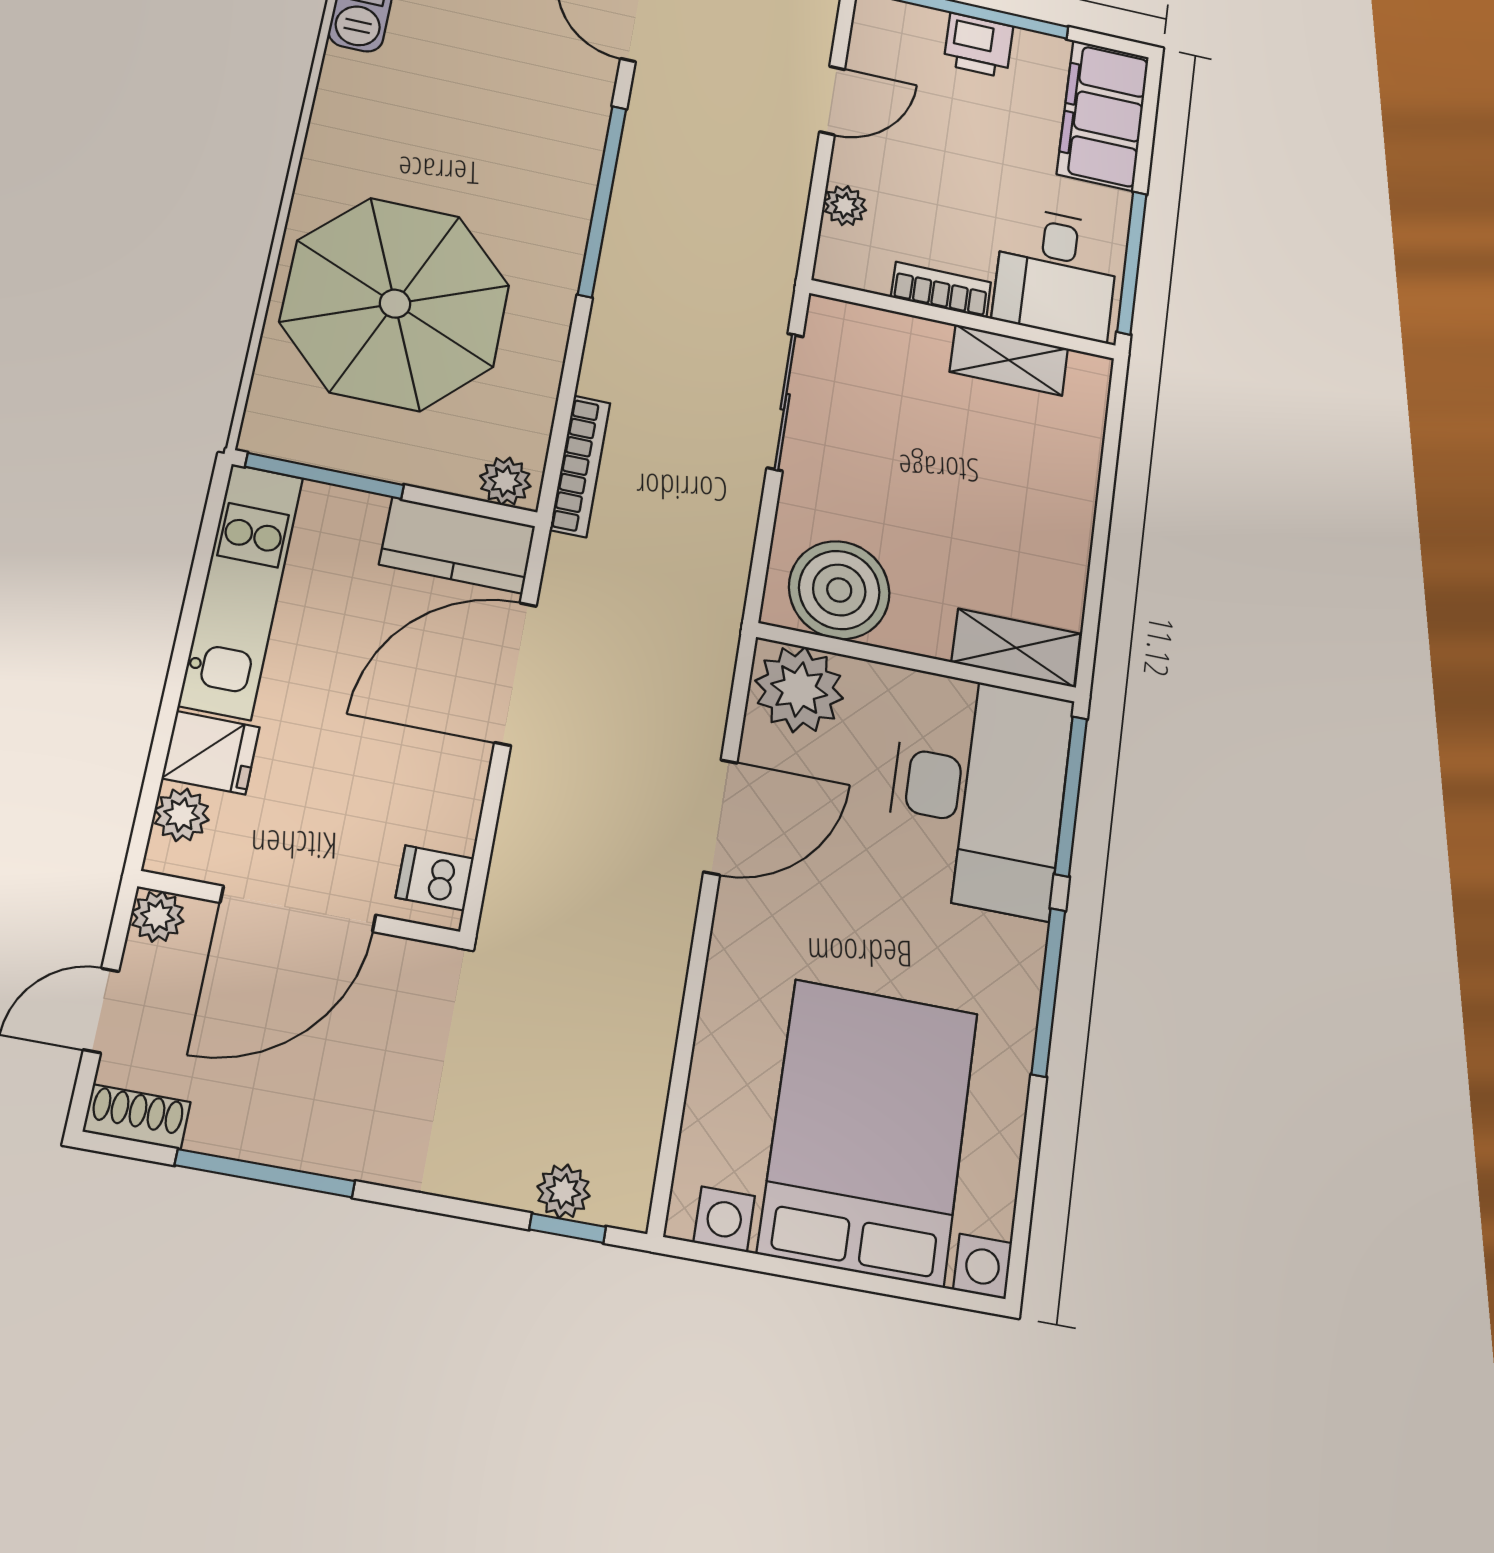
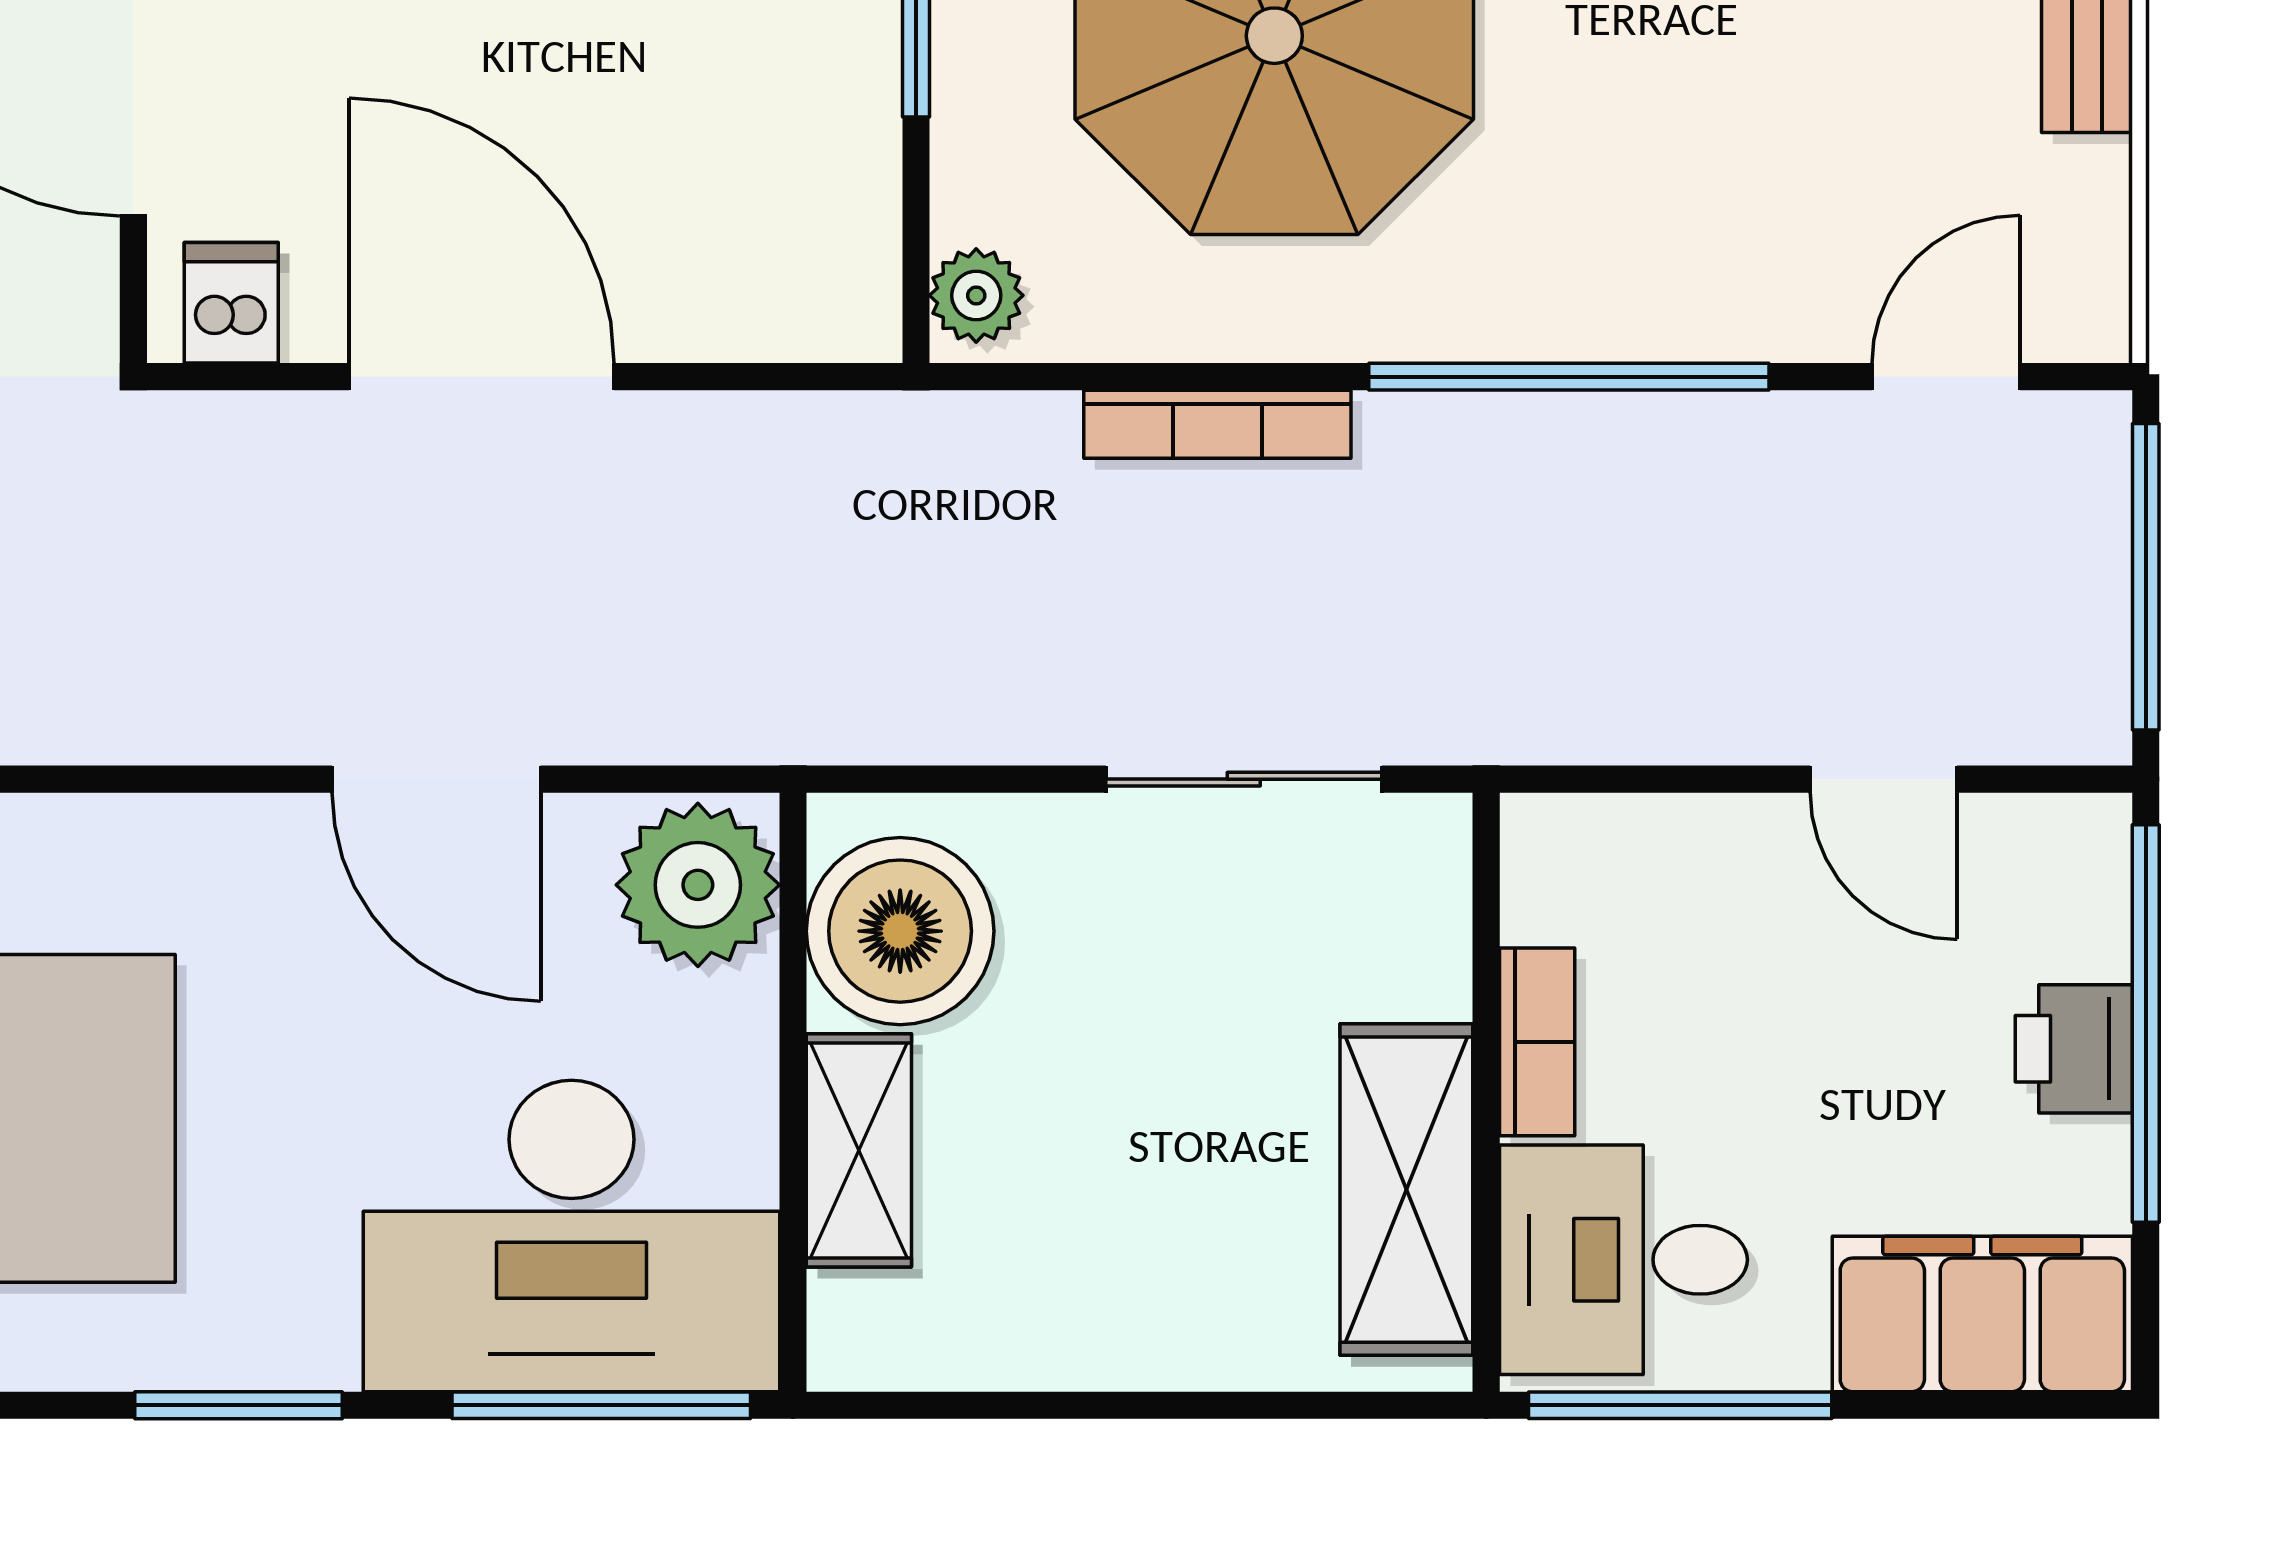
plant: (845, 206) -> (1668, 835), removed
shelving: (1009, 360) -> (1406, 1190), width x1.50, depth x1.33
bookcase: (580, 466) -> (1217, 424), moved
kitchen counter: (457, 545) -> (837, 232), removed
shelving: (1016, 648) -> (859, 1150), moved
door: (515, 674) -> (482, 377), moved
window: (1048, 992) -> (238, 1405), width x0.69

